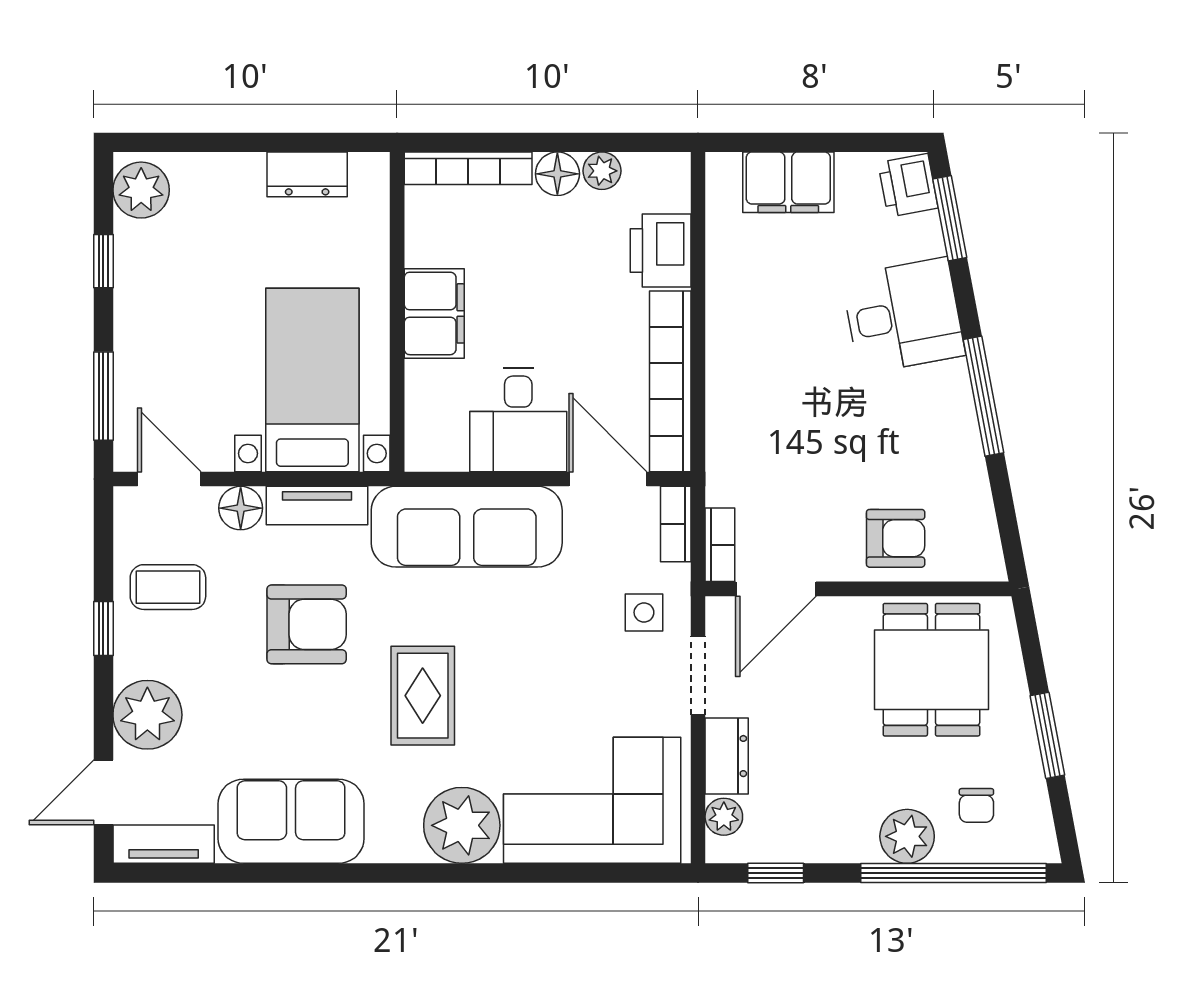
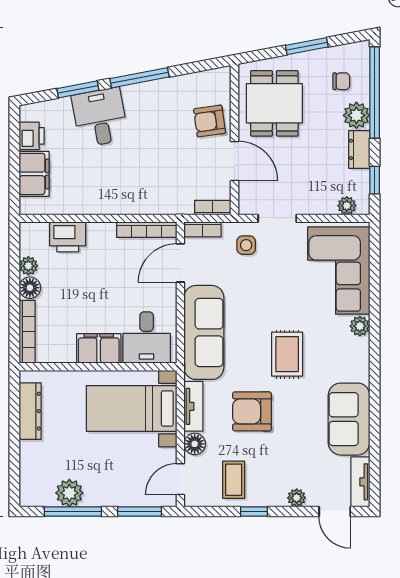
dresser: (307, 174) -> (30, 411), width x1.44
printer: (908, 185) -> (32, 136), moved, turned -79
plant: (141, 190) -> (69, 493), moved
window: (950, 218) -> (78, 89), moved
window: (103, 261) -> (73, 512), width x2.17
bookcase: (670, 381) -> (147, 230), width x0.68, depth x0.76
desk: (518, 420) -> (147, 338), moved, turned 90
armchair: (896, 538) -> (210, 121), turned -98
door: (776, 589) -> (234, 161), moved
armchair: (307, 624) -> (252, 411), turned -90
dining table: (931, 670) -> (274, 103), turned 90
rug: (423, 696) -> (287, 354), turned 90
plant: (147, 715) -> (297, 498), width x0.53, depth x0.53
dresser: (727, 756) -> (359, 149), moved, turned -90
plant: (462, 825) -> (360, 326), width x0.53, depth x0.53

